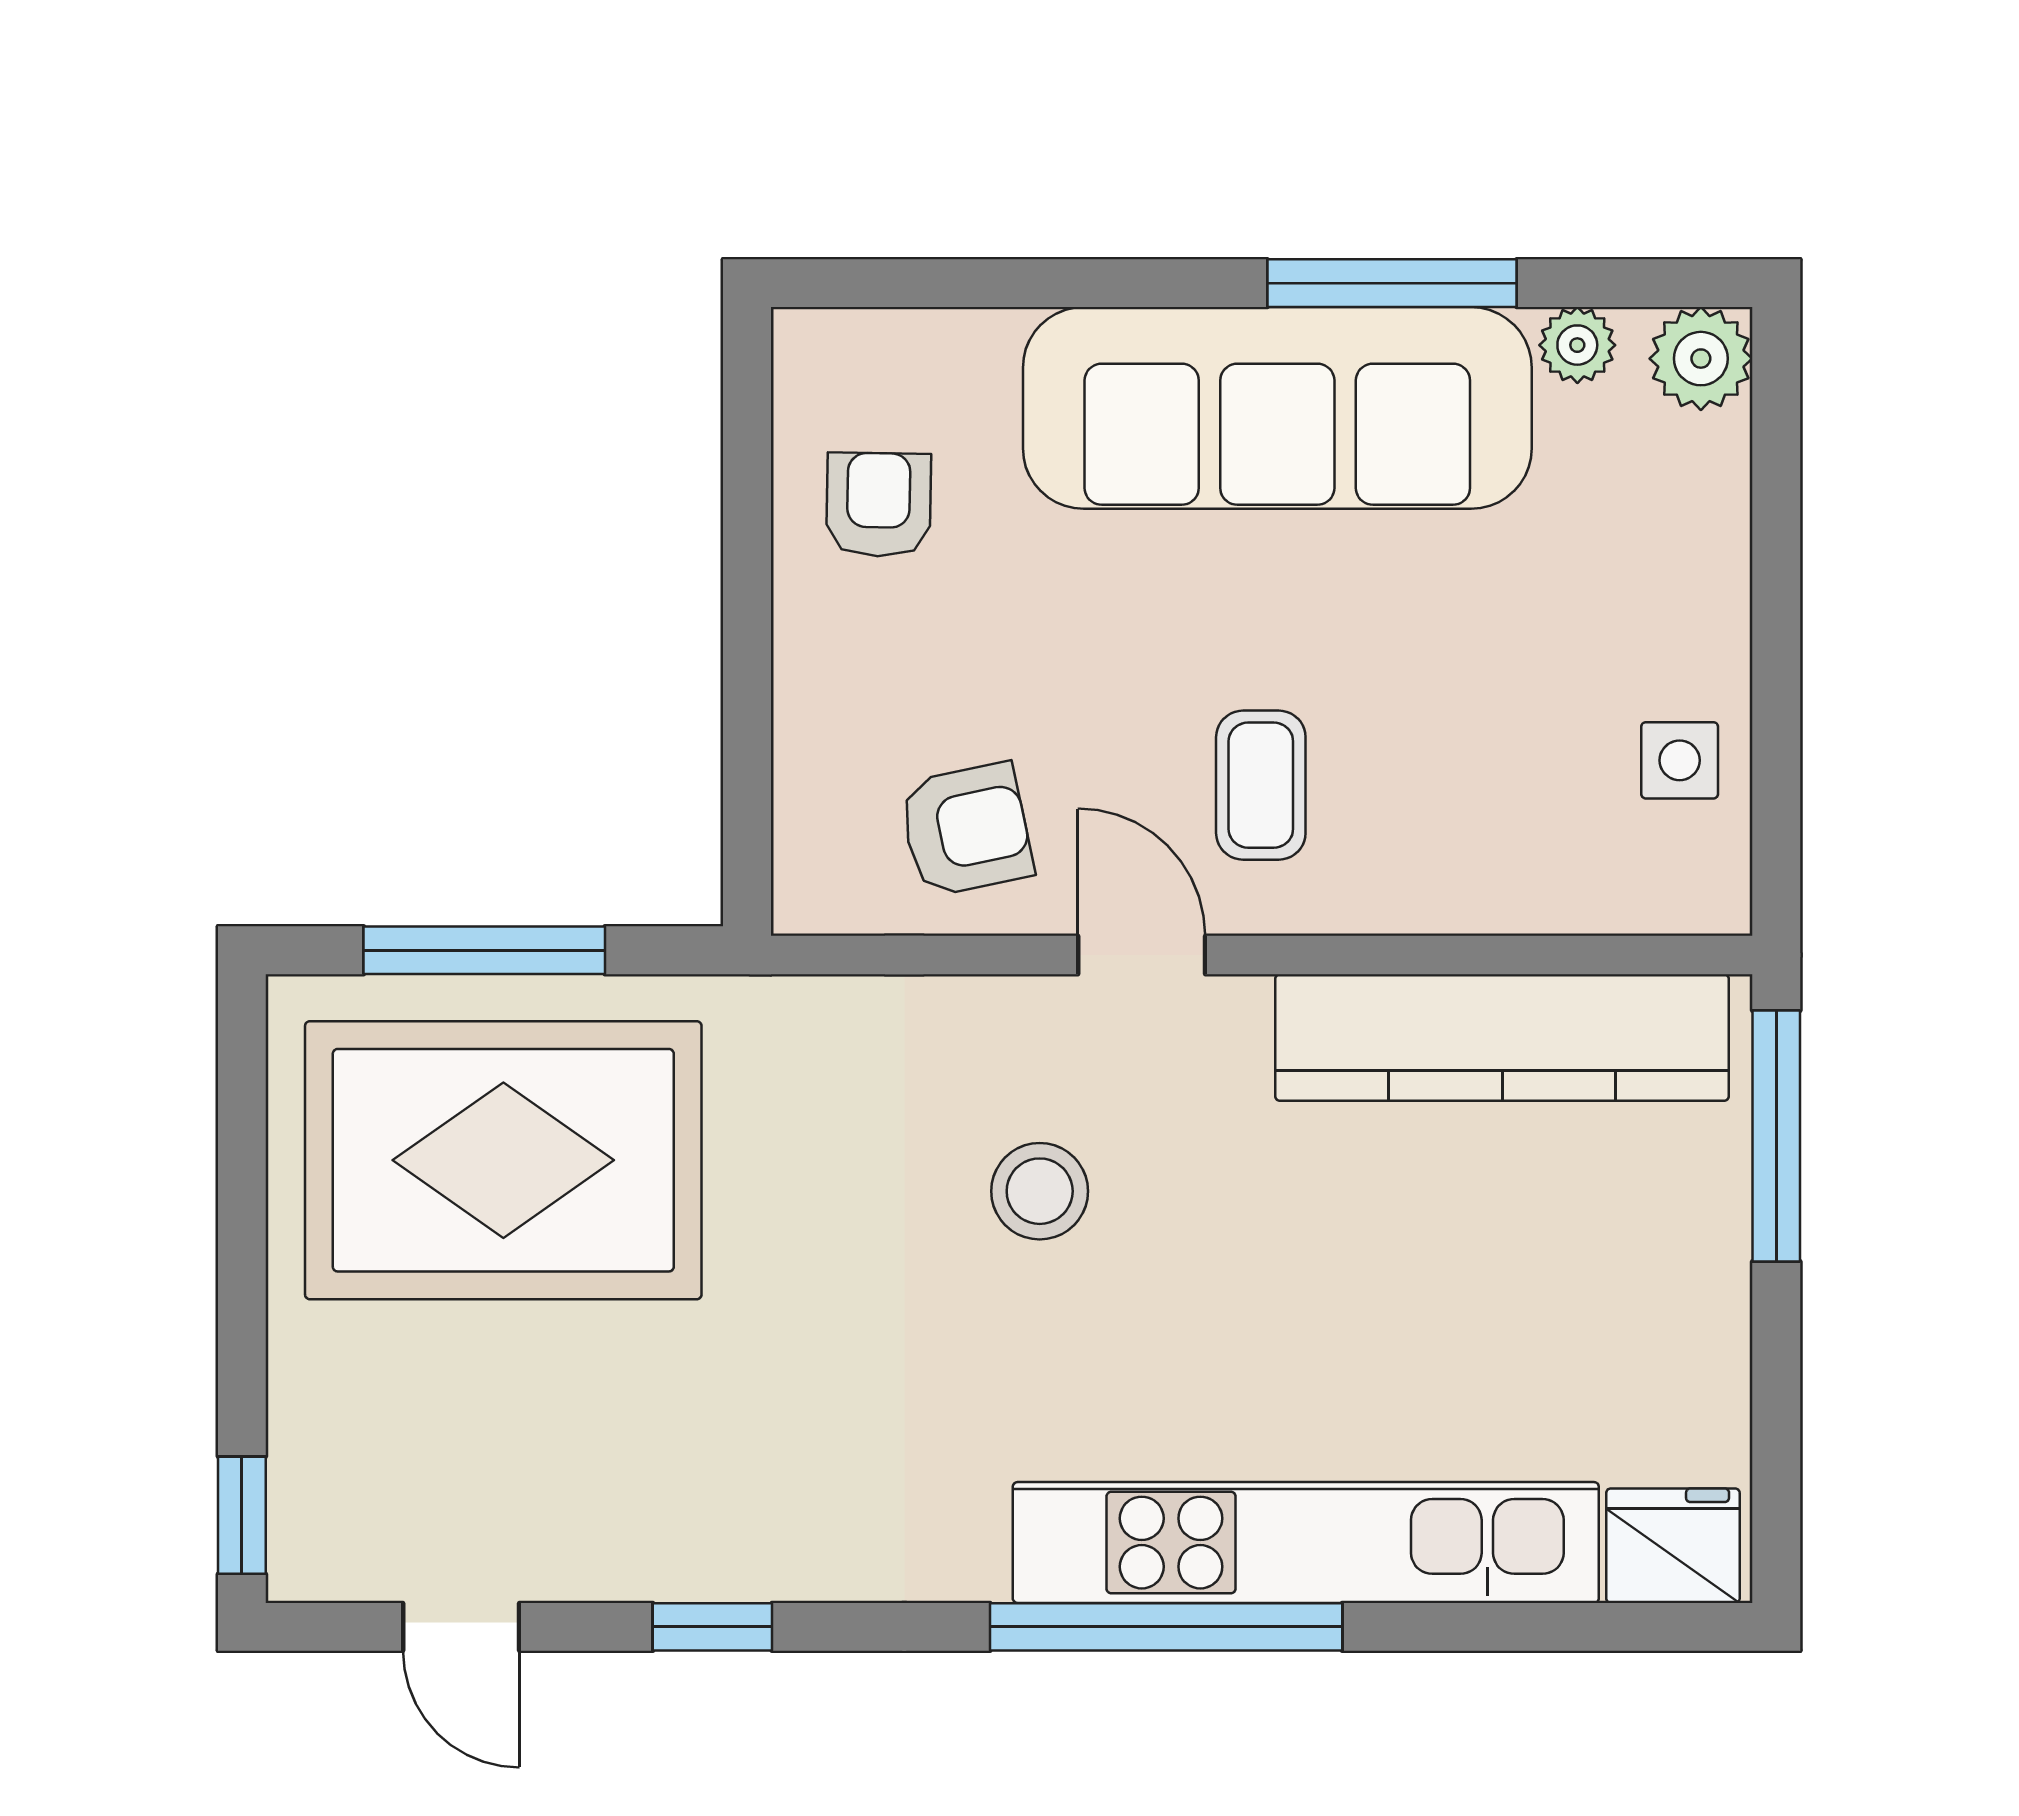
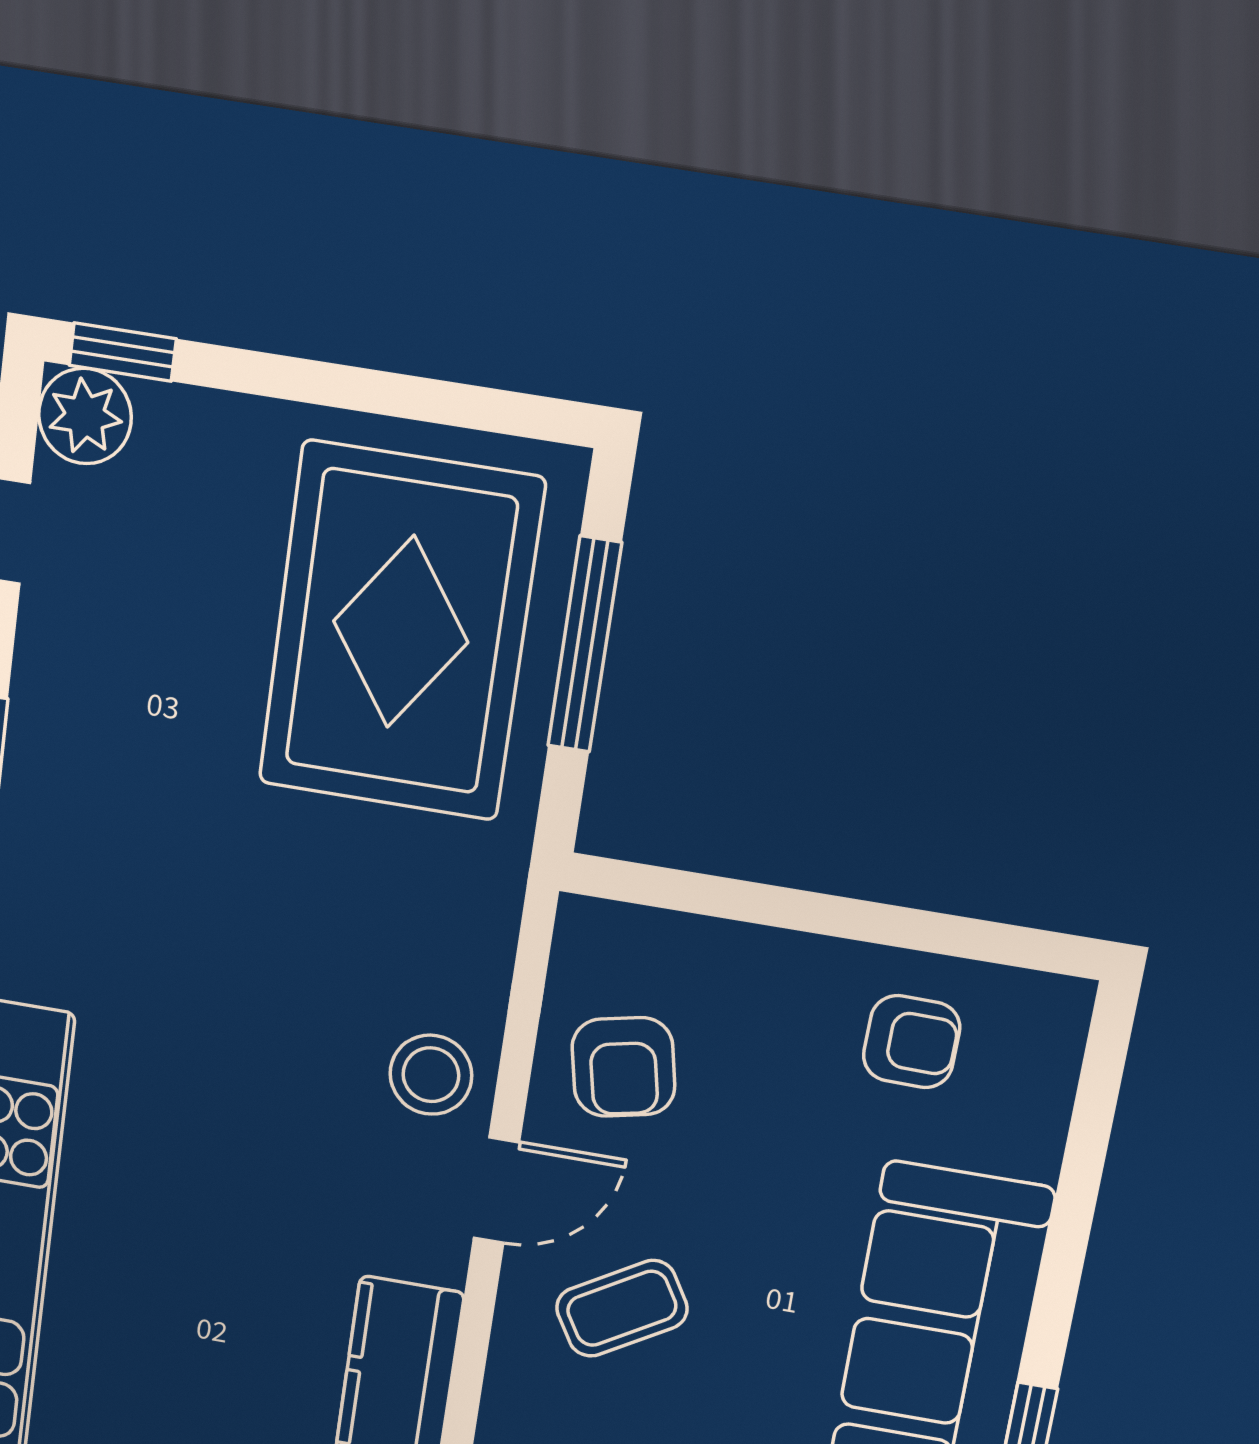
coffee table: (1261, 785) -> (622, 1308), turned -31
stool: (1040, 1191) -> (431, 1075), moved
plant: (319, 1550) -> (85, 416), added

